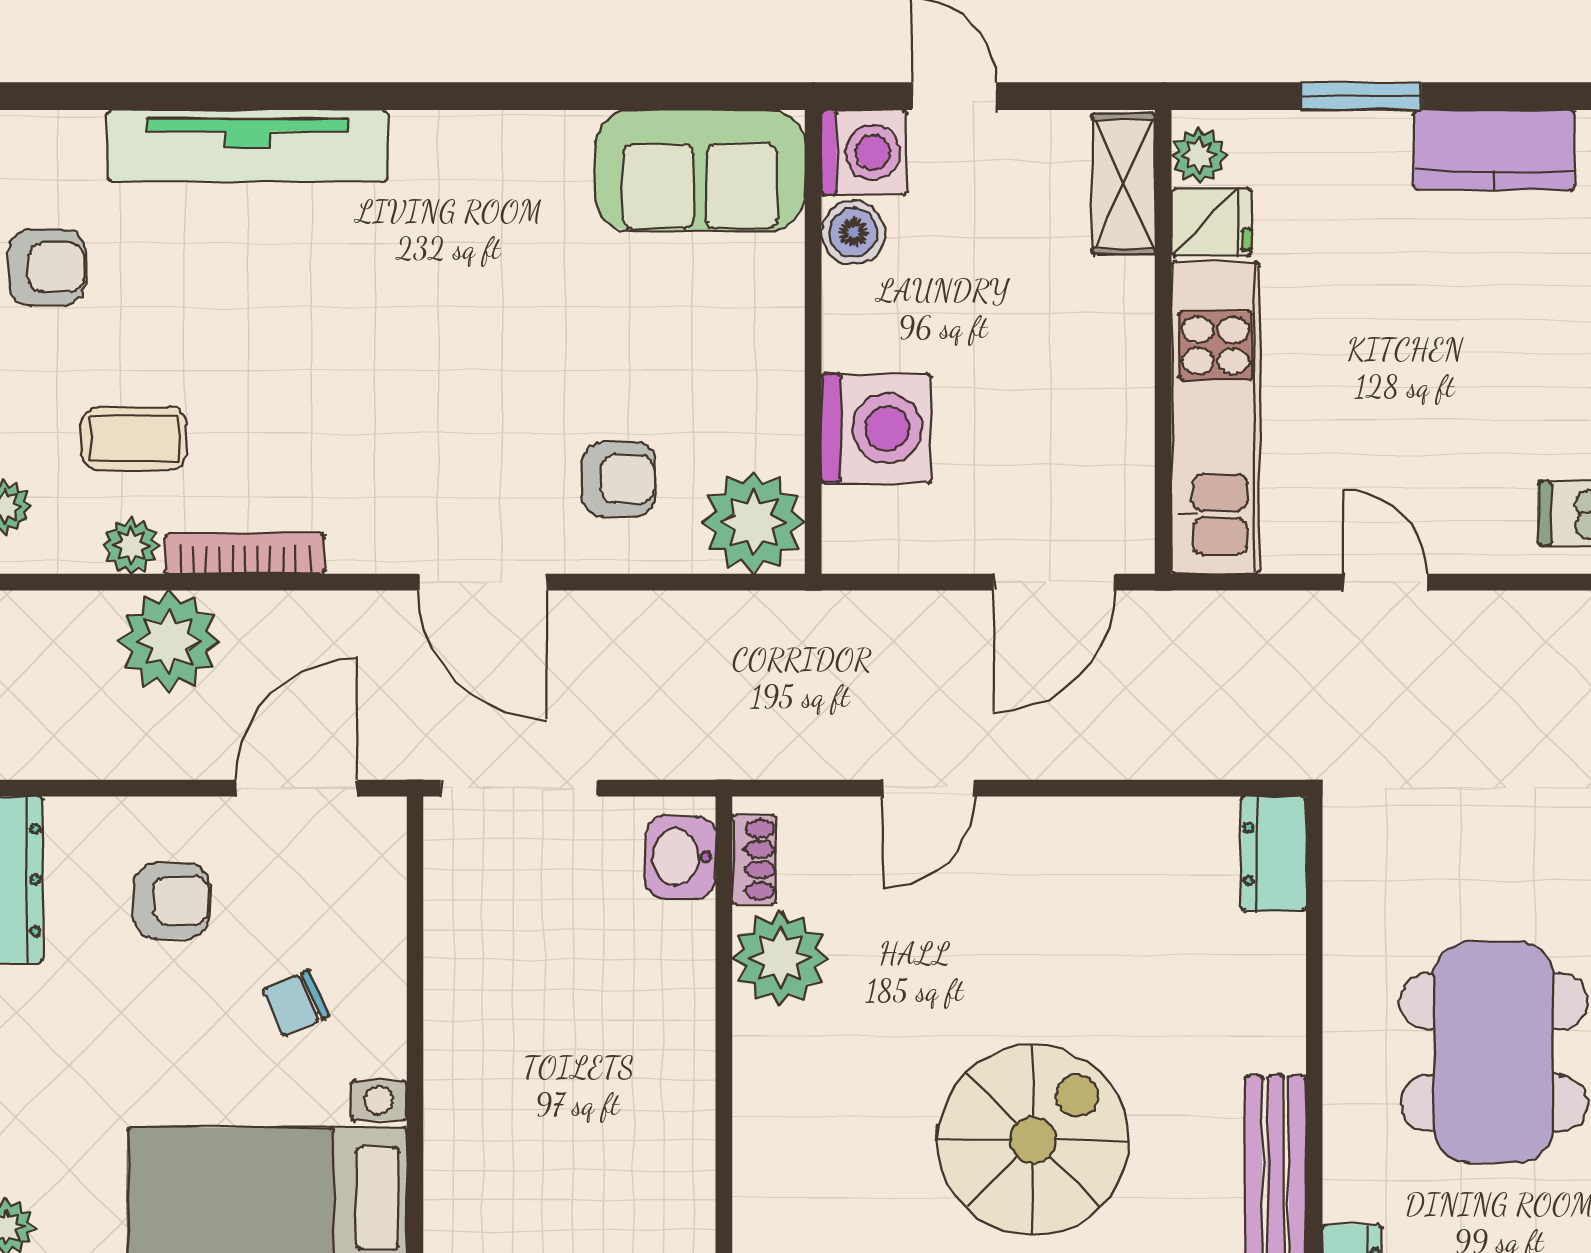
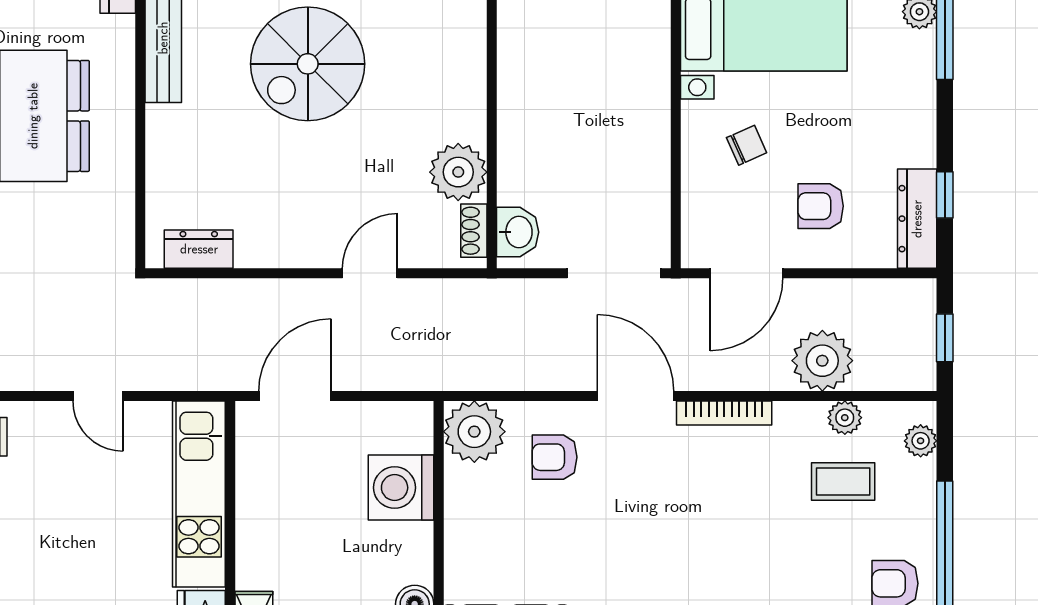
bookcase: (245, 553) -> (724, 413), moved
dresser: (1274, 854) -> (199, 249), moved, turned -90

